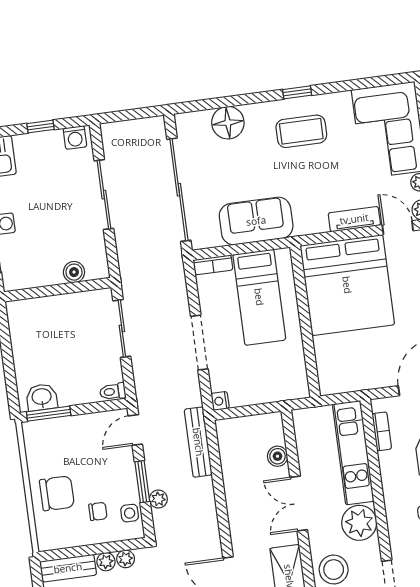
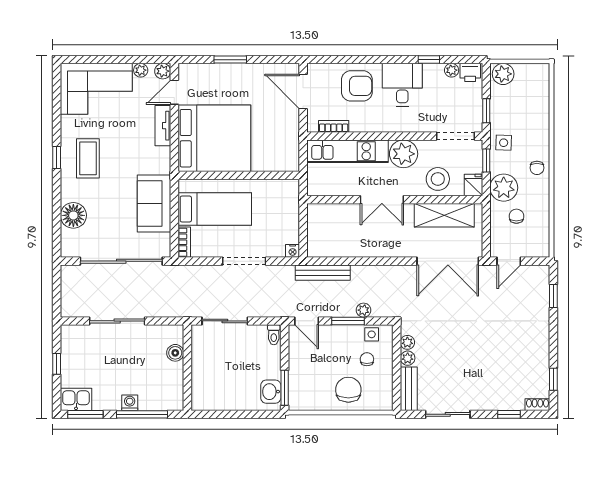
washing machine: (75, 137) -> (69, 338), removed
boiler: (278, 456) -> (342, 211), removed

